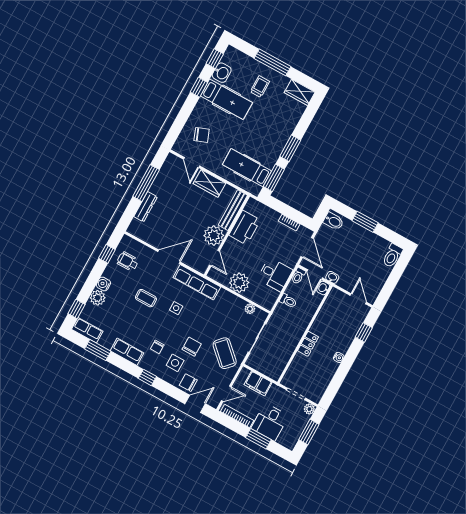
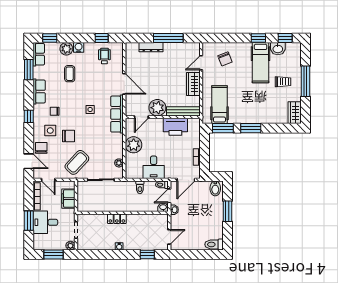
coffee table: (146, 298) -> (70, 74), moved

